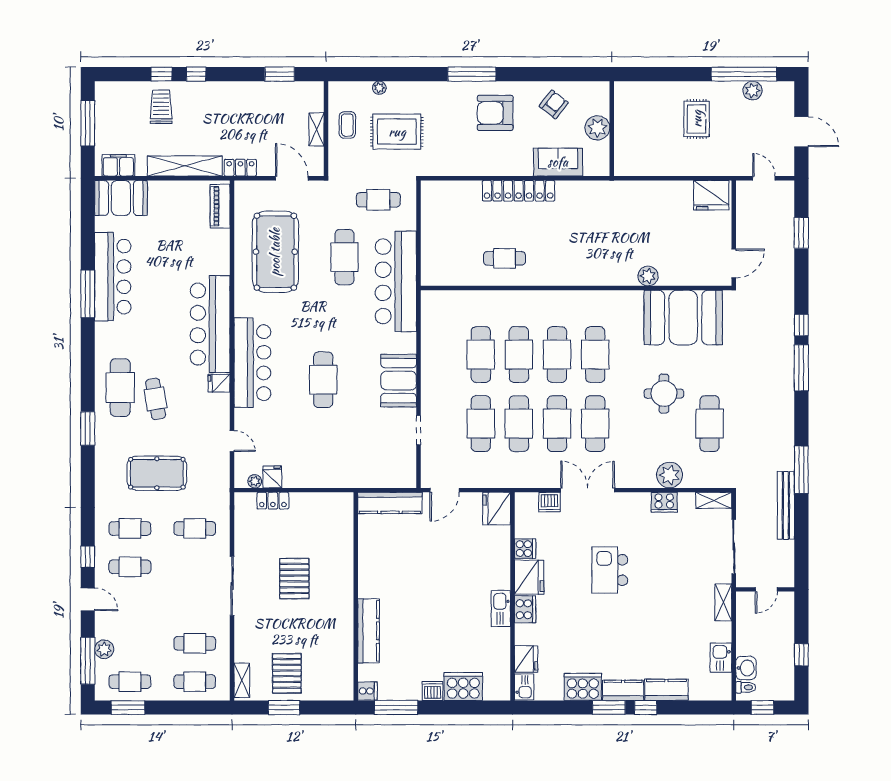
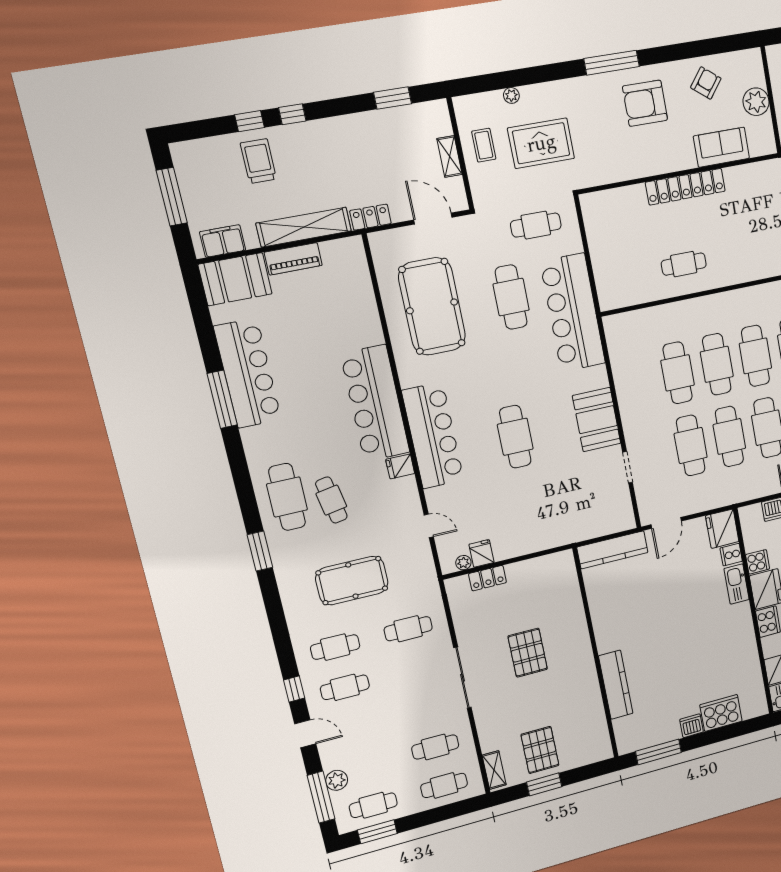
piano: (220, 206) -> (293, 259), moved, turned -90
kitchen sink: (501, 609) -> (737, 584), moved
cooker: (367, 691) -> (731, 555), moved, turned 180

